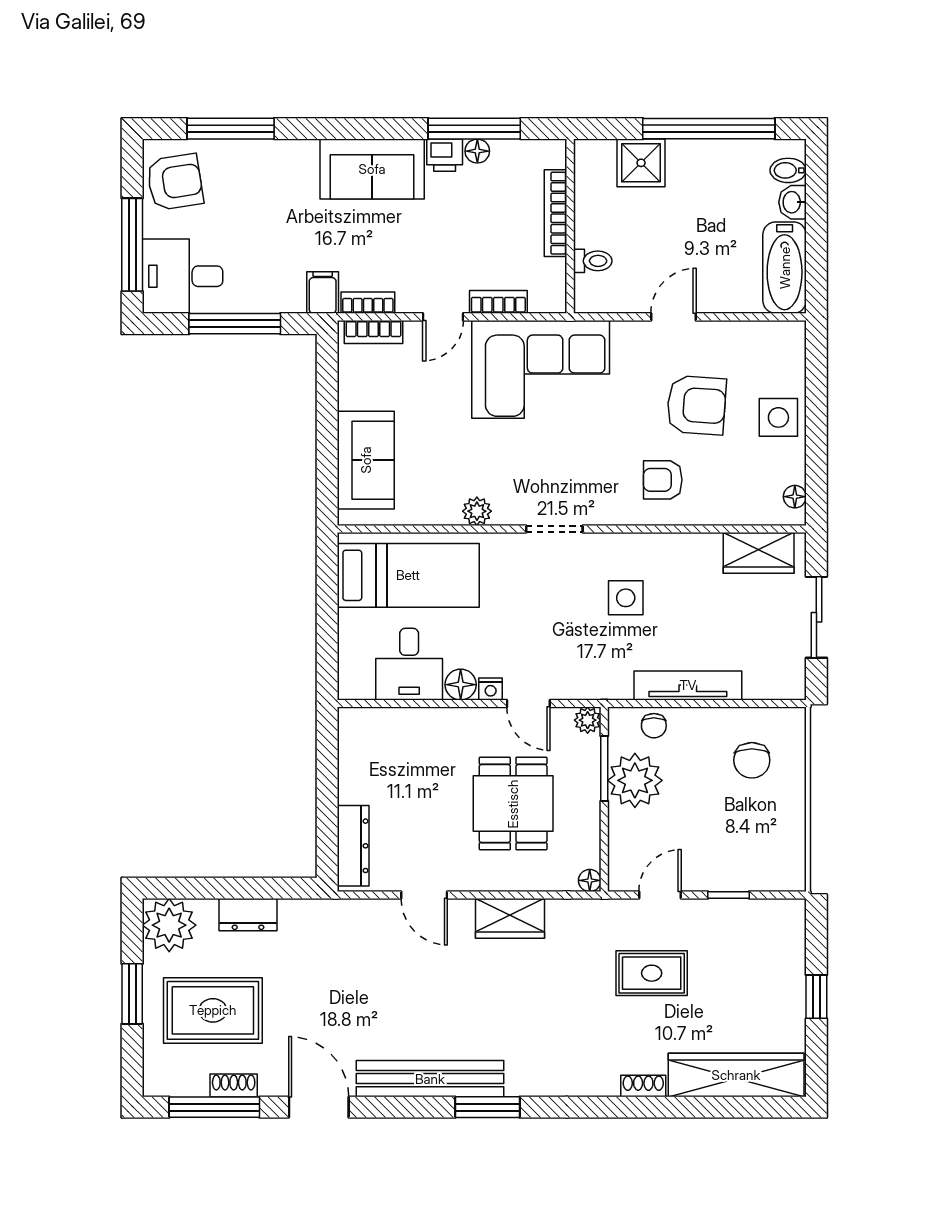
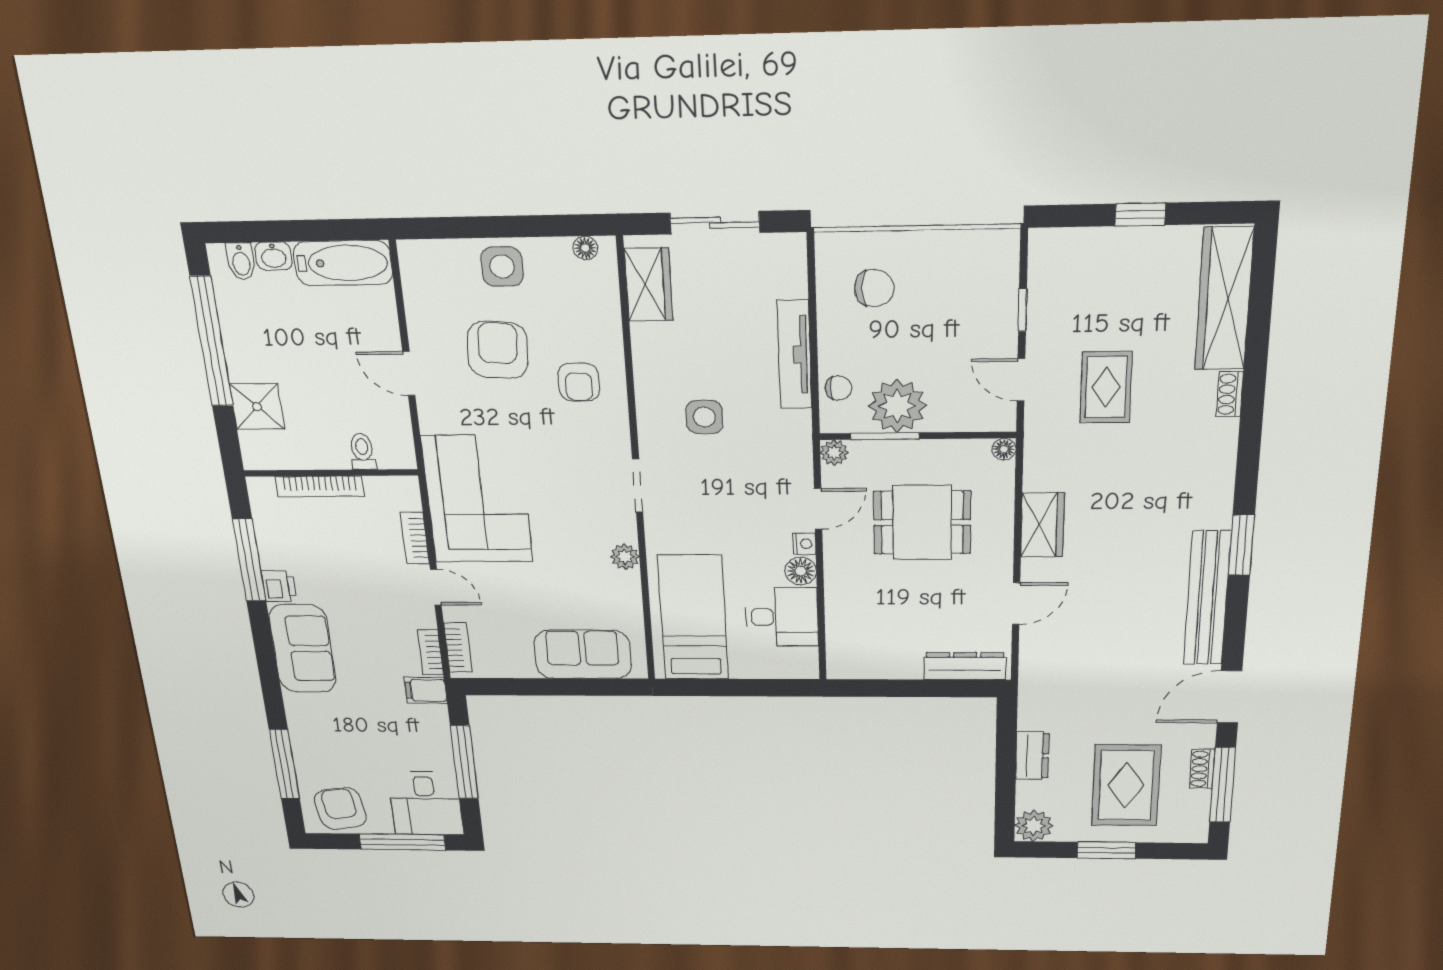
floor lamp: (477, 151) -> (270, 557), removed
plant: (169, 925) -> (1034, 826), width x0.73, depth x0.73

